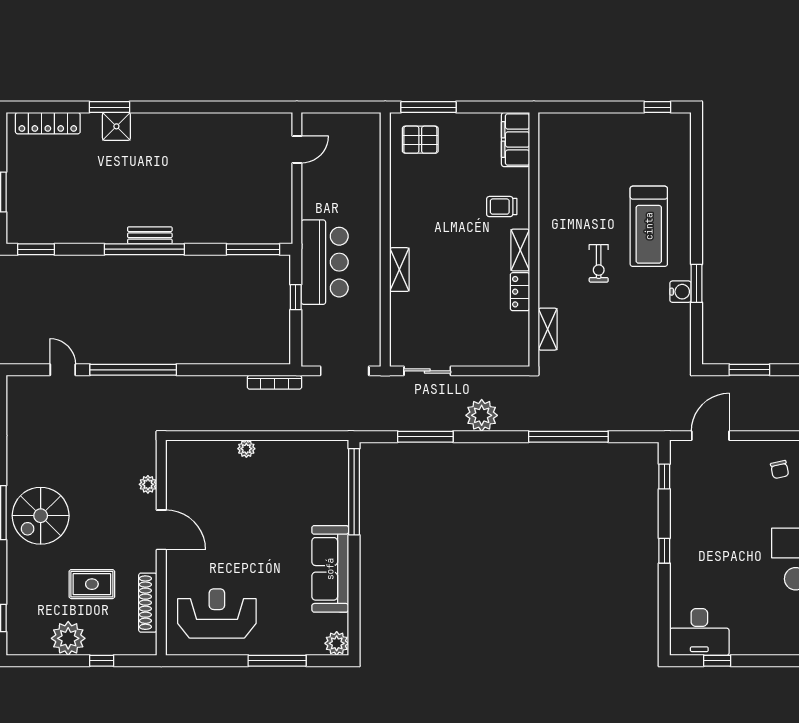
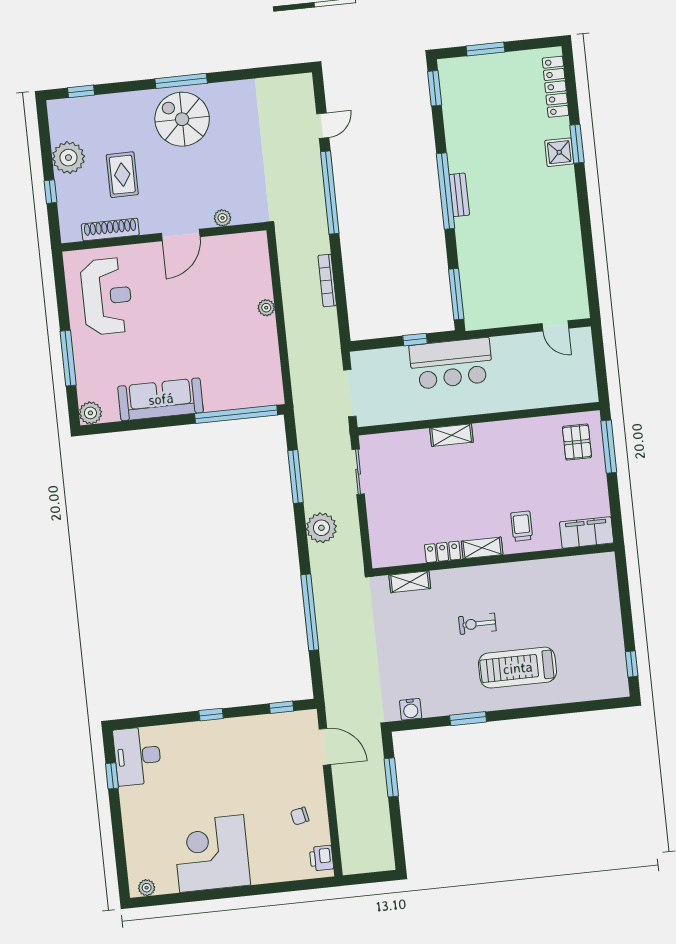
water cooler: (681, 292) -> (411, 709), moved
bookcase: (275, 382) -> (327, 280), moved

